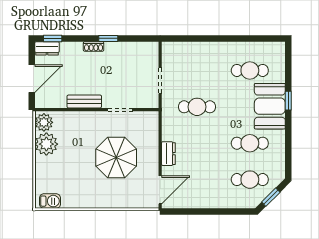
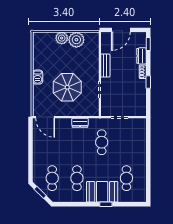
dresser: (47, 48) -> (141, 56), moved
door: (32, 79) -> (121, 30), hinge flipped
plant: (44, 122) -> (62, 38), moved
dresser: (168, 154) -> (80, 123), moved
barbecue: (50, 201) -> (38, 77), moved

